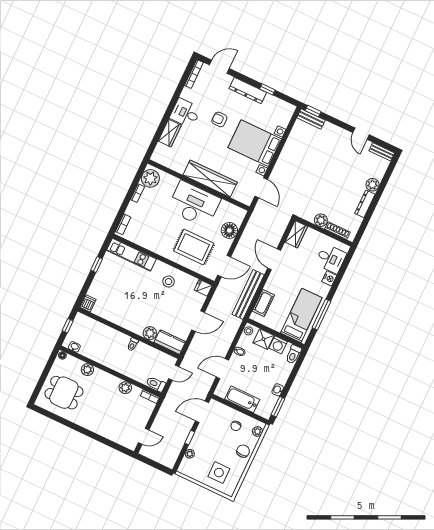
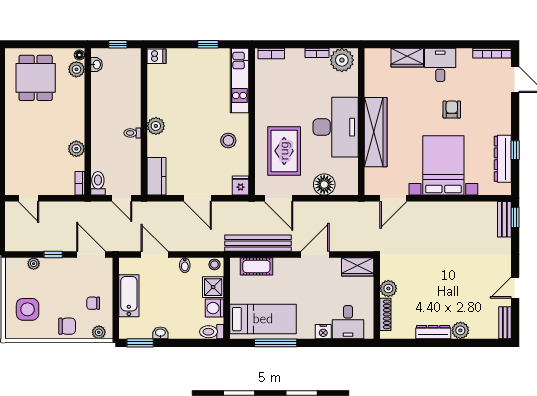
dresser: (248, 90) -> (503, 159), moved
plant: (150, 333) -> (156, 126), moved
plant: (87, 370) -> (76, 69), moved

